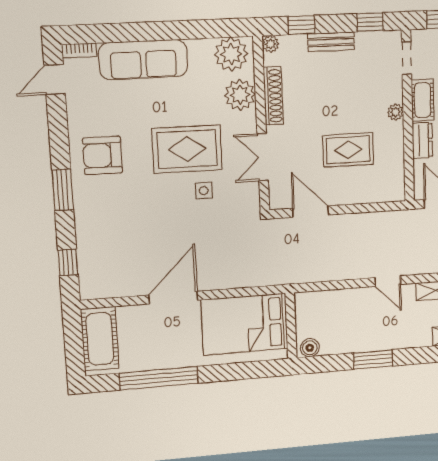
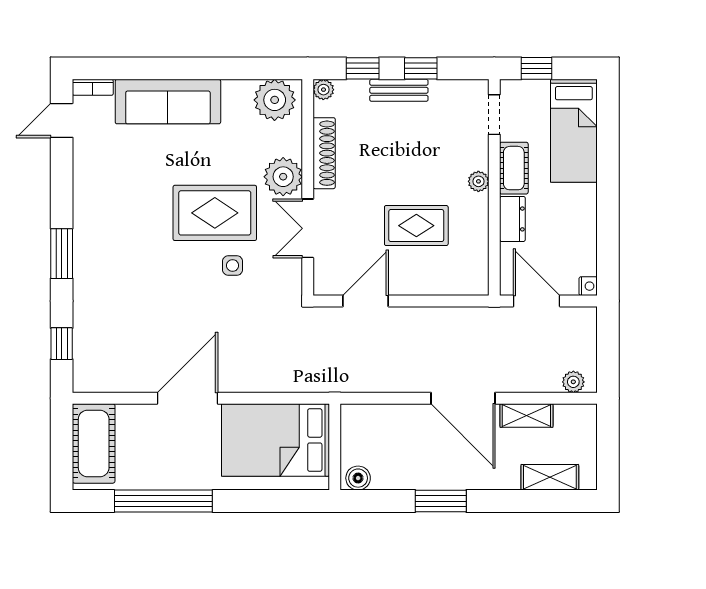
window: (370, 22) -> (421, 68), moved
plant: (240, 95) -> (283, 177), moved
armchair: (103, 155) -> (112, 215), removed
door: (311, 212) -> (366, 301), hinge flipped
door: (388, 281) -> (463, 398), width x1.88

